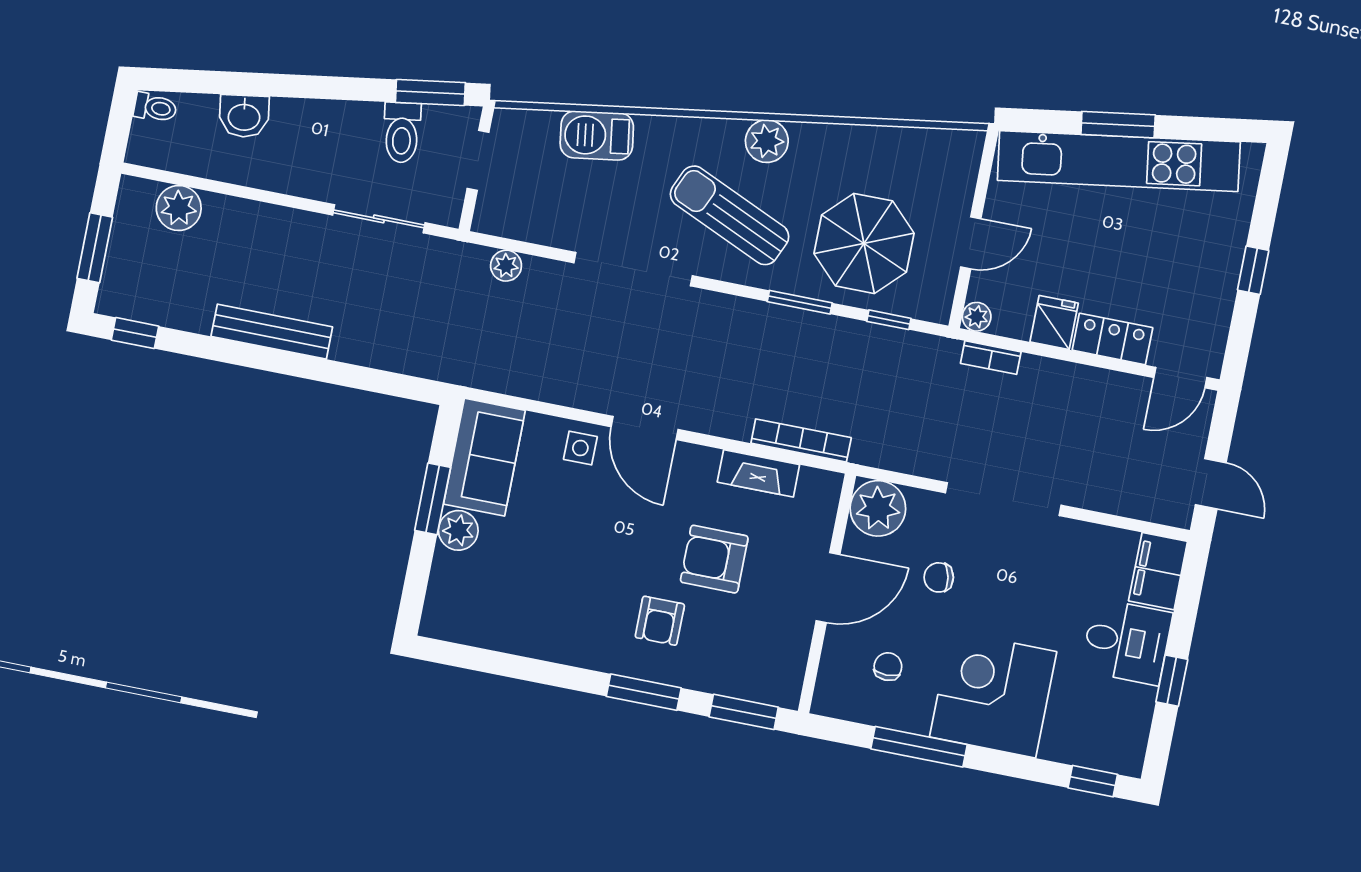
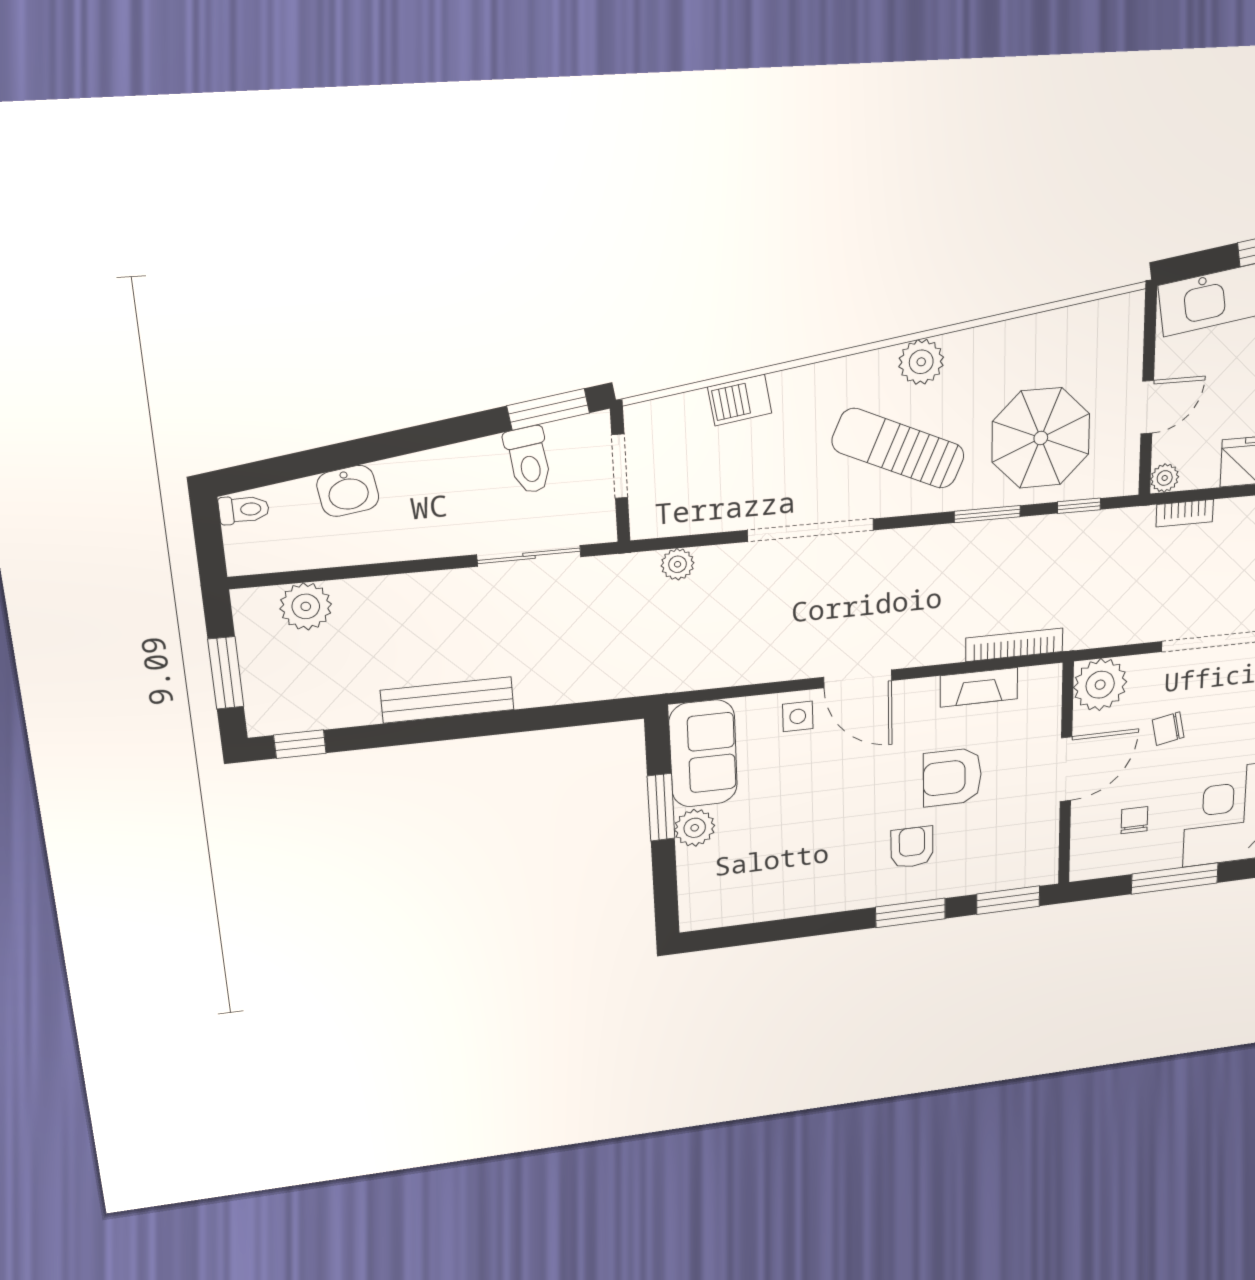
barbecue: (597, 135) -> (740, 400), width x0.73, depth x0.79
armchair: (660, 621) -> (912, 847), turned 180

